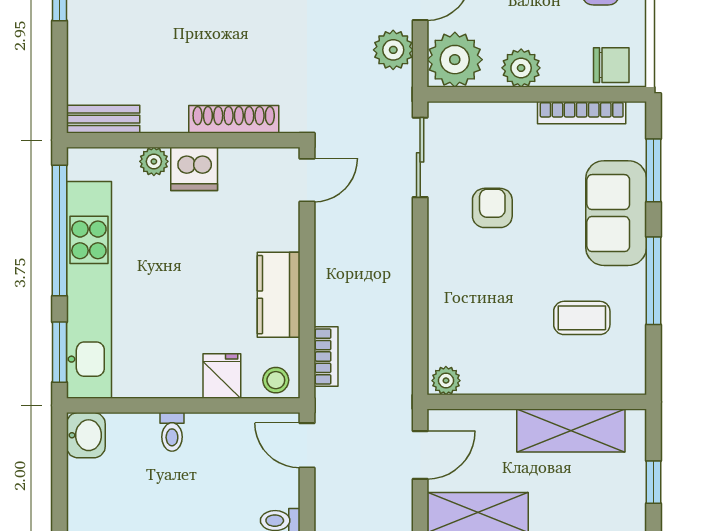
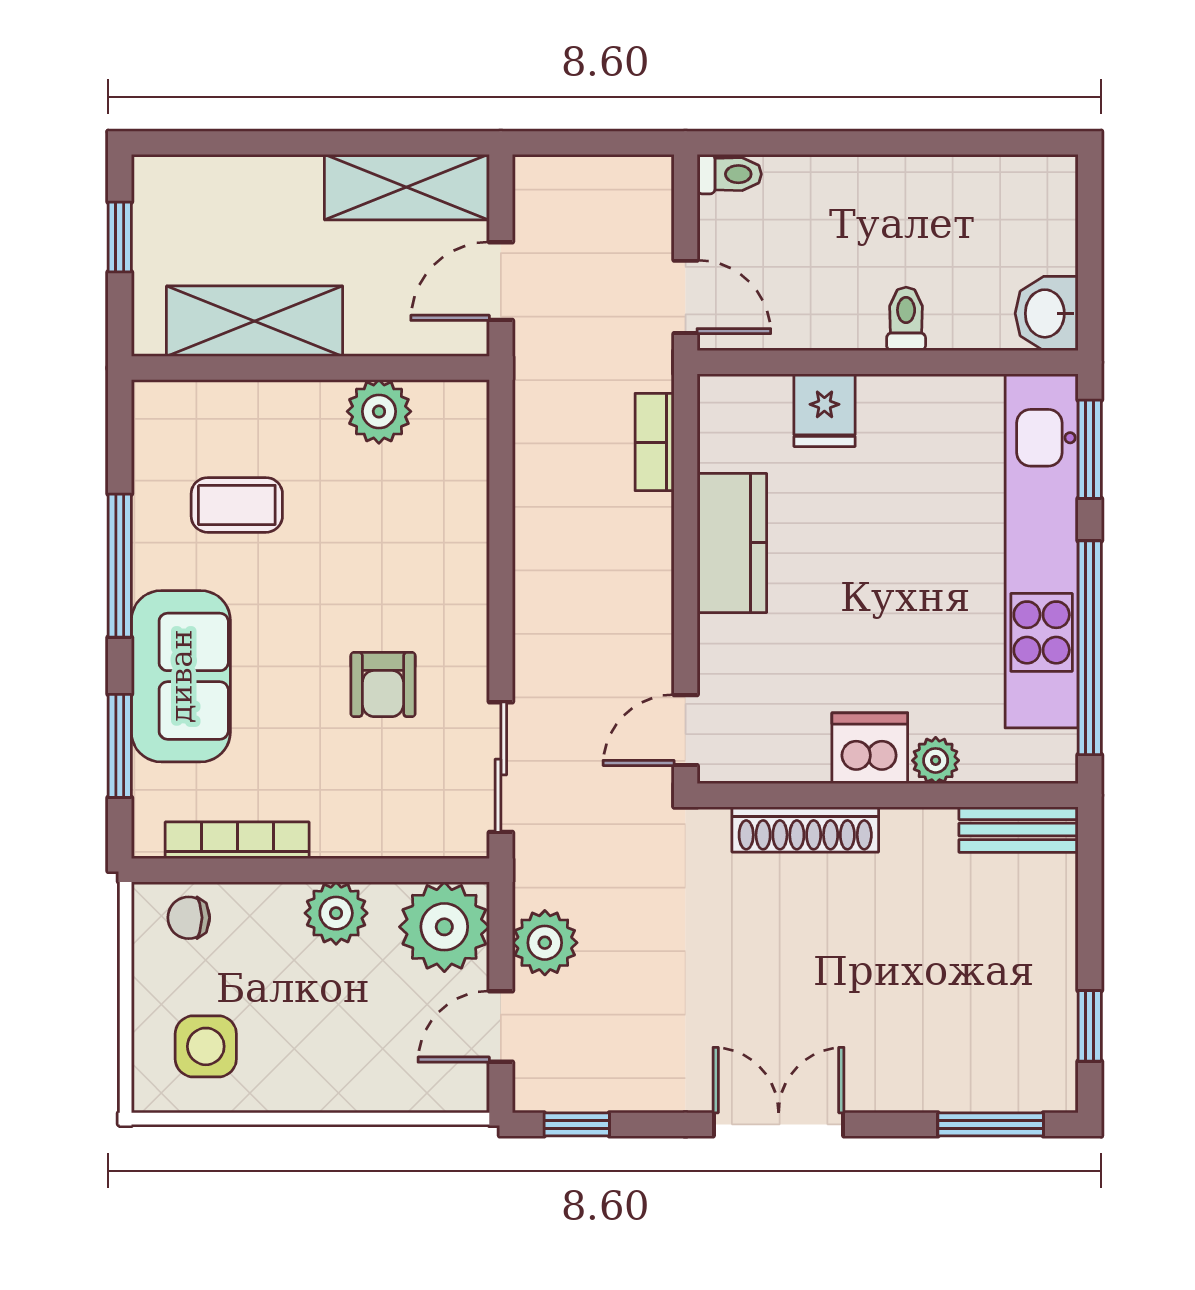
chair: (611, 65) -> (189, 918), width x0.73, depth x0.73
stool: (276, 380) -> (737, 403), removed
plant: (446, 381) -> (379, 411), moved, width x1.38, depth x1.38

